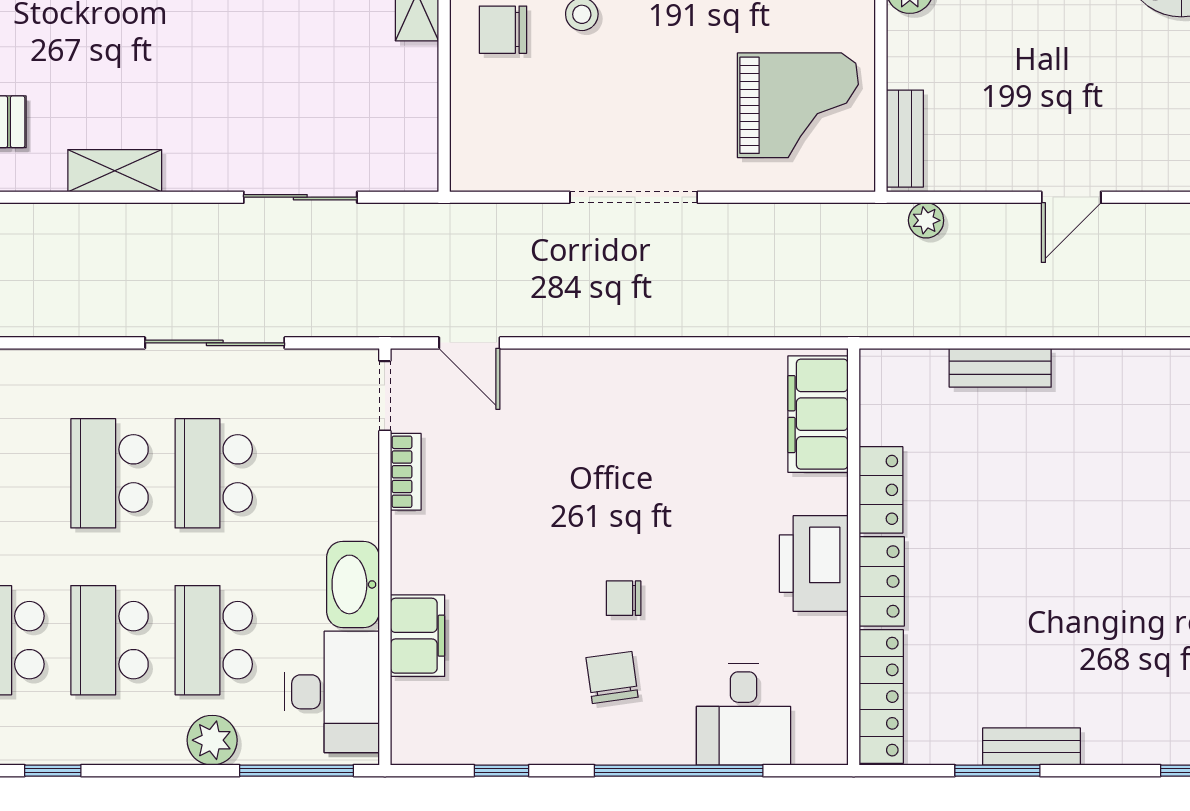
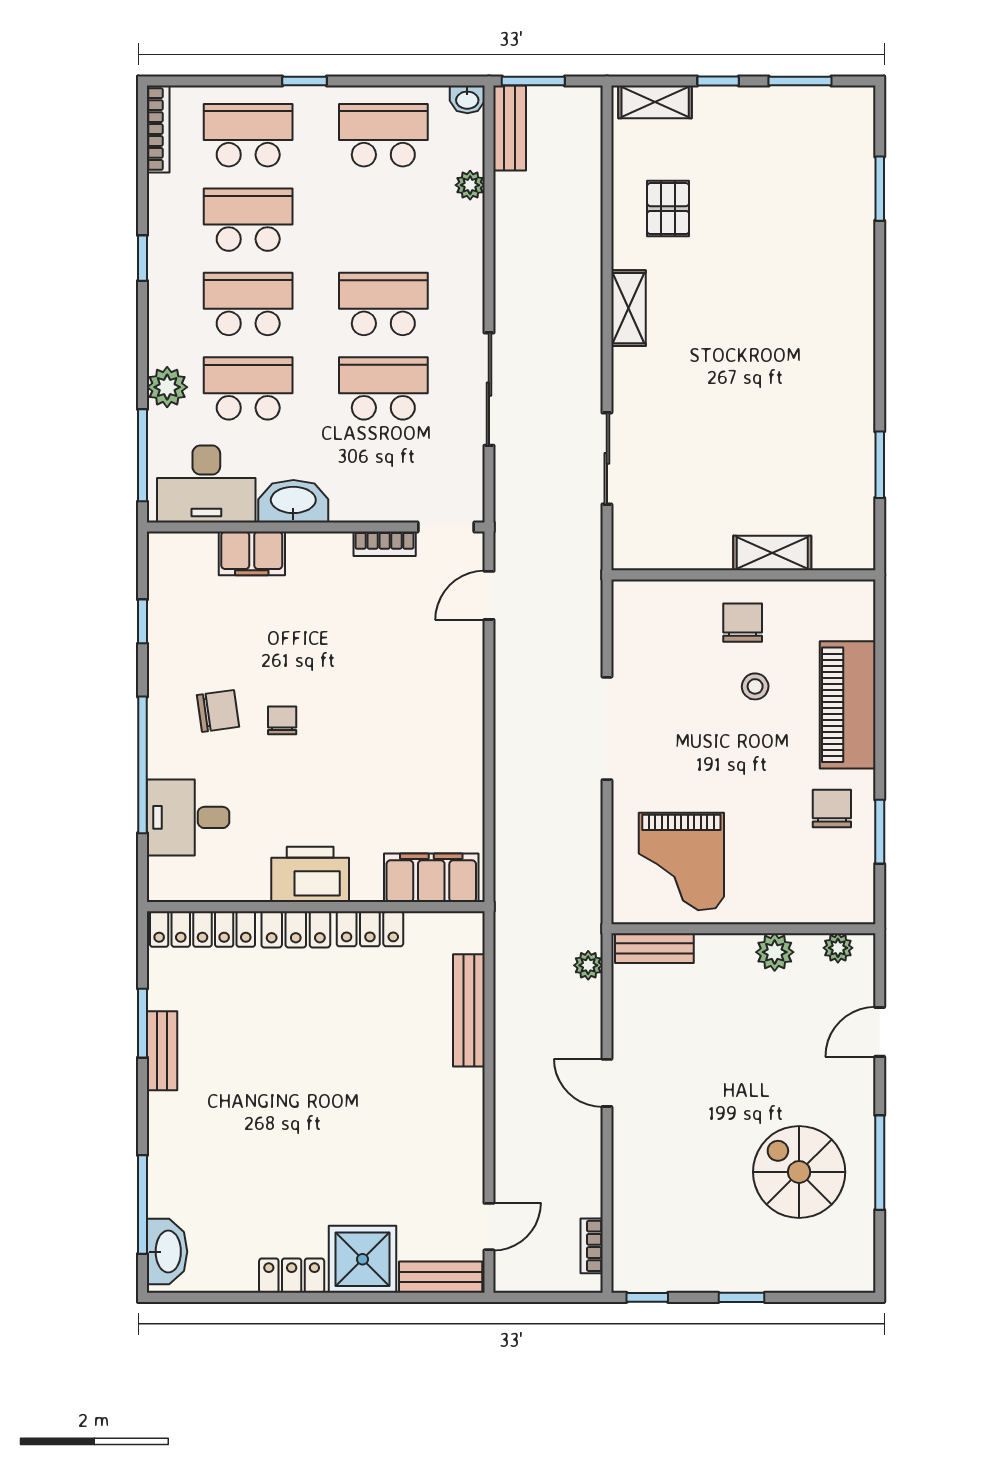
bench: (1000, 368) -> (469, 1010), width x1.36

